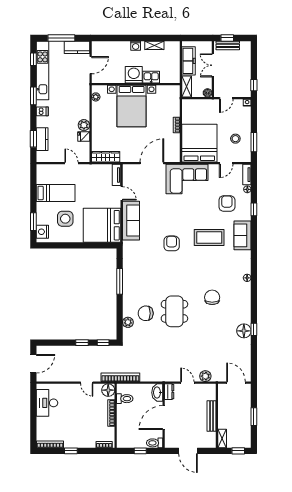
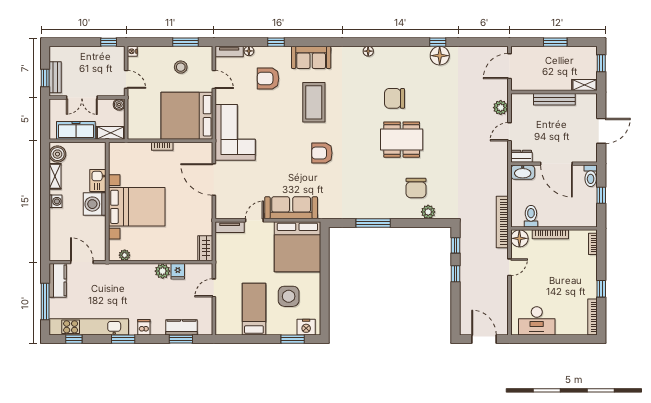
boiler: (171, 47) -> (57, 154), added
wardrobe: (106, 157) -> (205, 248), width x0.67
dining table: (174, 311) -> (402, 140), moved

